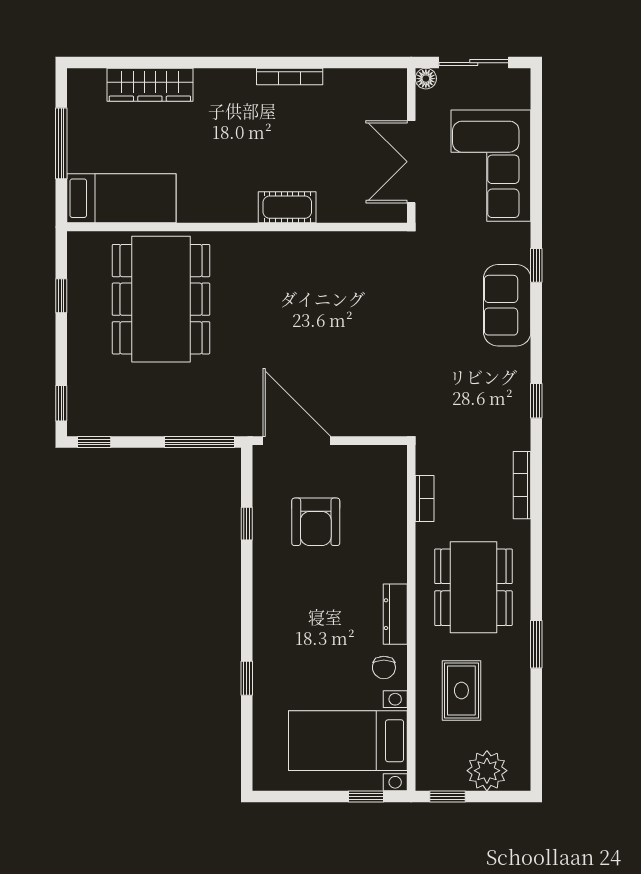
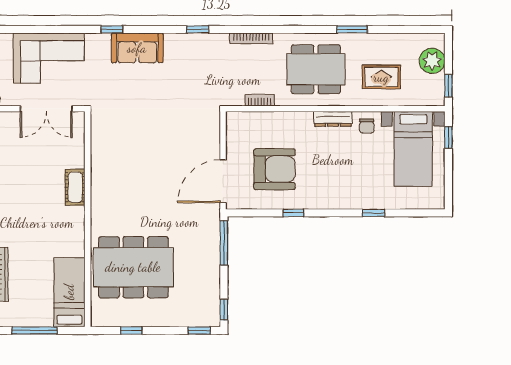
armchair: (316, 522) -> (274, 169), width x1.36, depth x1.36
window: (247, 524) -> (293, 213), moved
chair: (384, 667) -> (367, 126), turned 90

